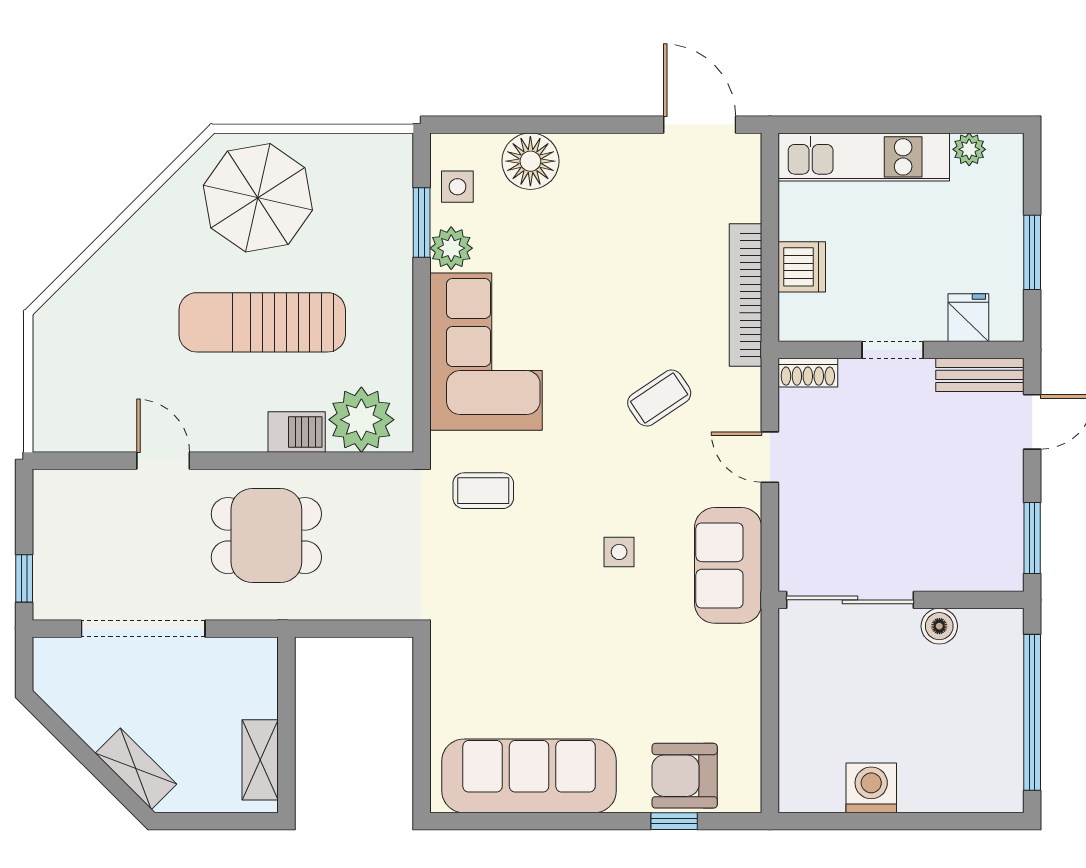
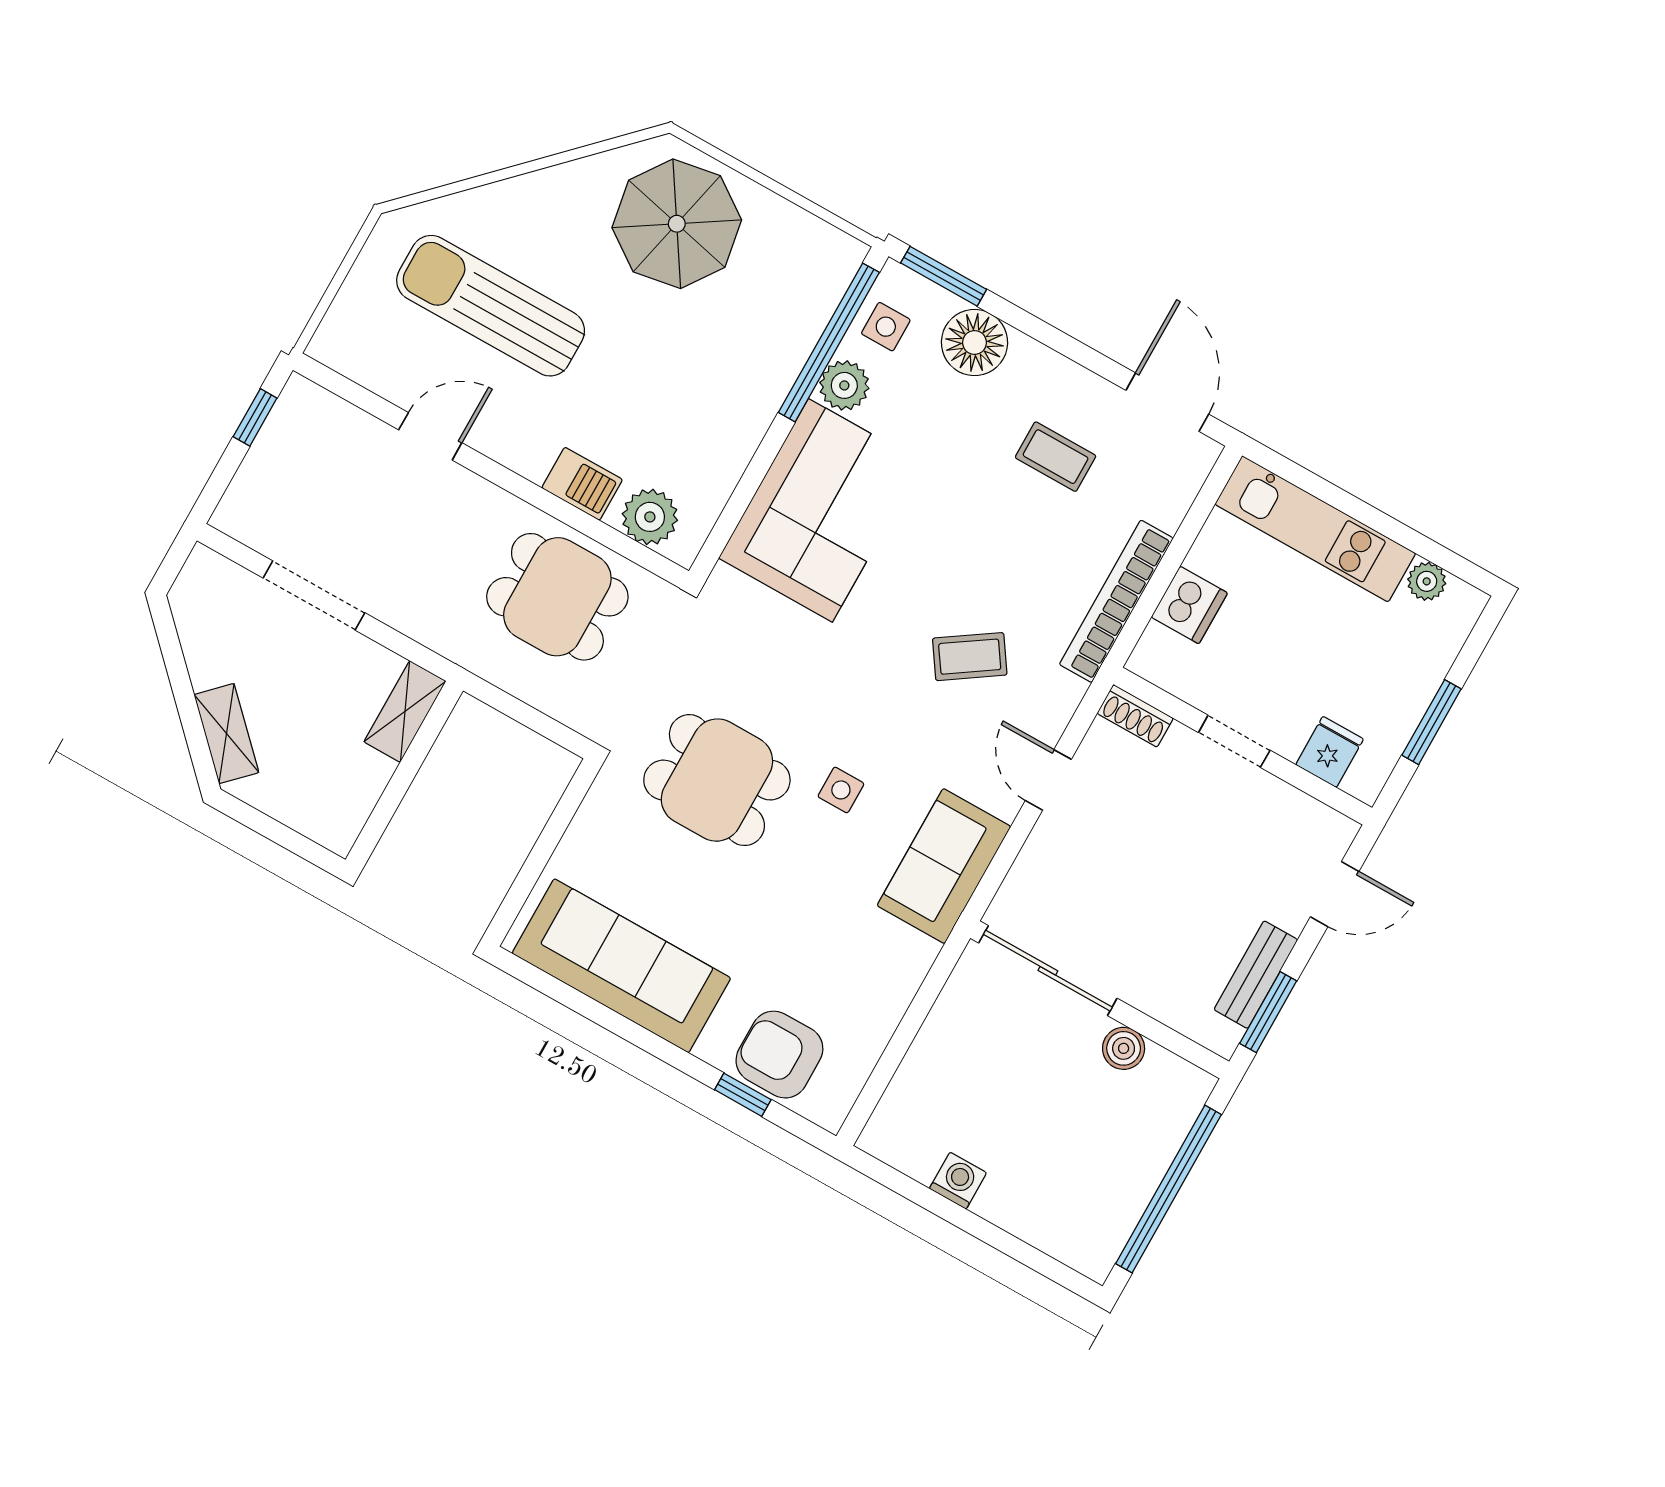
window: (479, 125) -> (944, 276), added
window: (422, 222) -> (829, 342), width x2.11
sun lounger: (262, 322) -> (491, 306), moved
bench: (980, 375) -> (1256, 975), moved, turned 90
plant: (361, 420) -> (650, 517), width x0.73, depth x0.73
door: (163, 461) -> (430, 436), hinge flipped
coffee table: (483, 491) -> (1056, 457), moved
dining table: (266, 536) -> (557, 597), moved
window: (24, 578) -> (255, 417), moved
dining table: (522, 597) -> (717, 780), added
doorway: (143, 629) -> (314, 595), width x0.73
shelving: (260, 760) -> (405, 711), moved
washing machine: (871, 788) -> (958, 1181), width x0.73, depth x0.73

